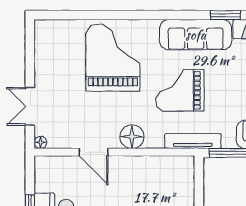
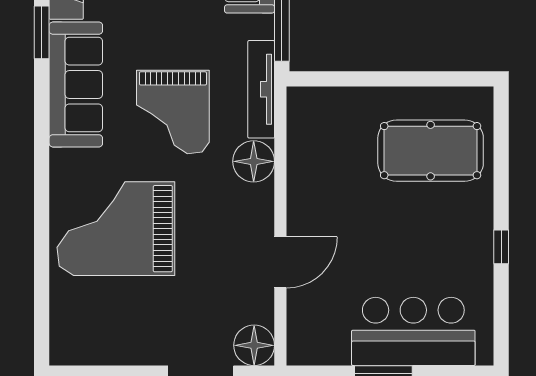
floor lamp: (132, 137) -> (254, 161), moved
floor lamp: (40, 142) -> (254, 345), width x1.89, depth x1.89

